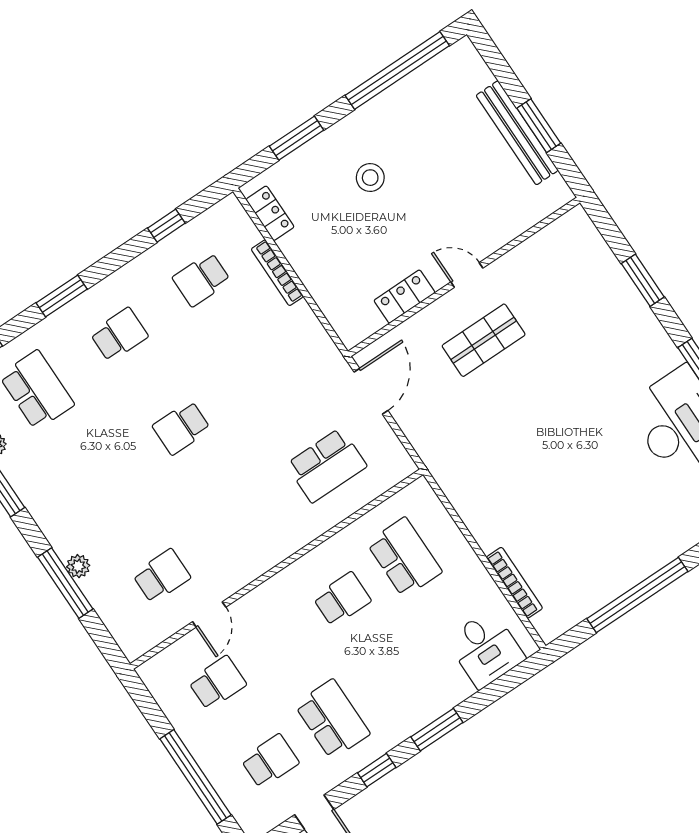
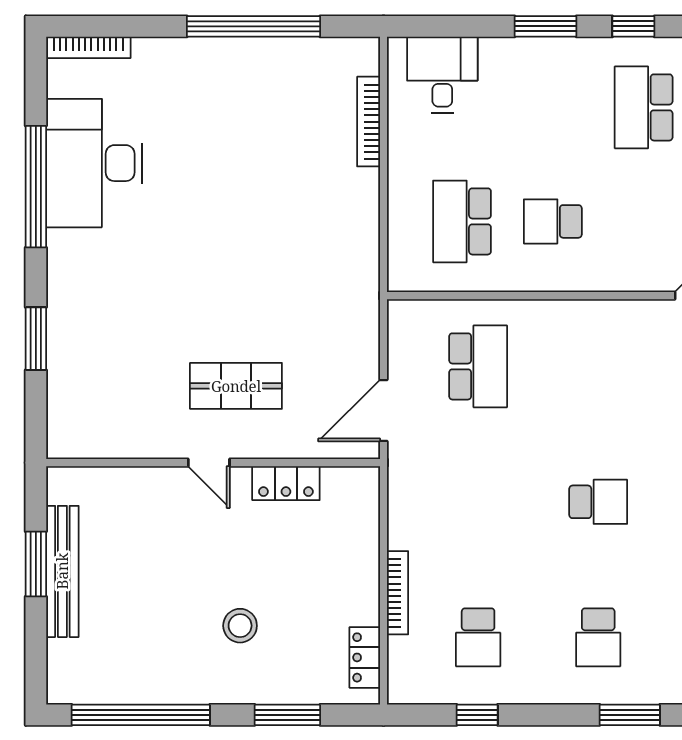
school desk: (201, 279) -> (478, 637), turned 90
school desk: (119, 335) -> (598, 637), turned -90
school desk: (326, 465) -> (478, 366), turned 90

